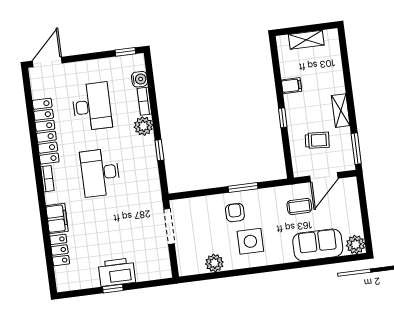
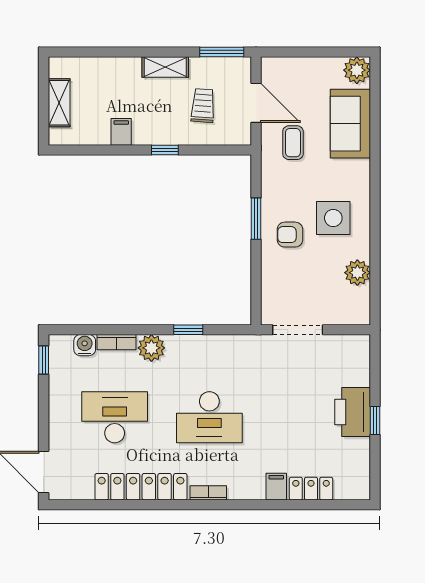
filing cabinet: (57, 219) -> (276, 487), width x0.50

